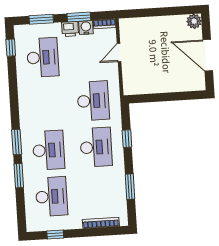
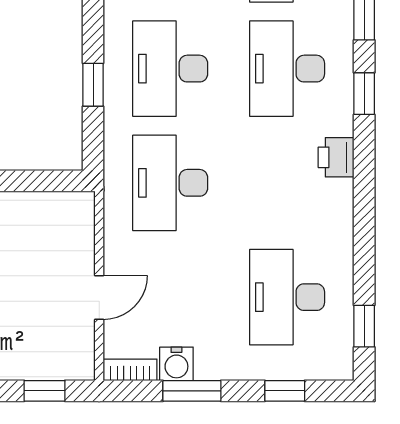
window: (139, 13) -> (44, 391), added
window: (41, 19) -> (285, 391), width x0.67
printer: (70, 29) -> (336, 157), moved, turned -90
window: (17, 142) -> (364, 94), width x0.67

